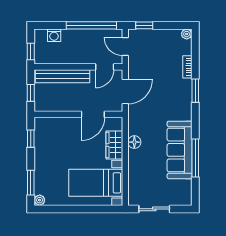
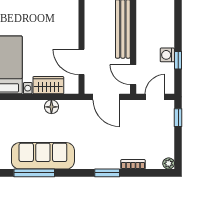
window: (91, 25) -> (178, 60), width x0.32
washing machine: (54, 35) -> (167, 55), moved

